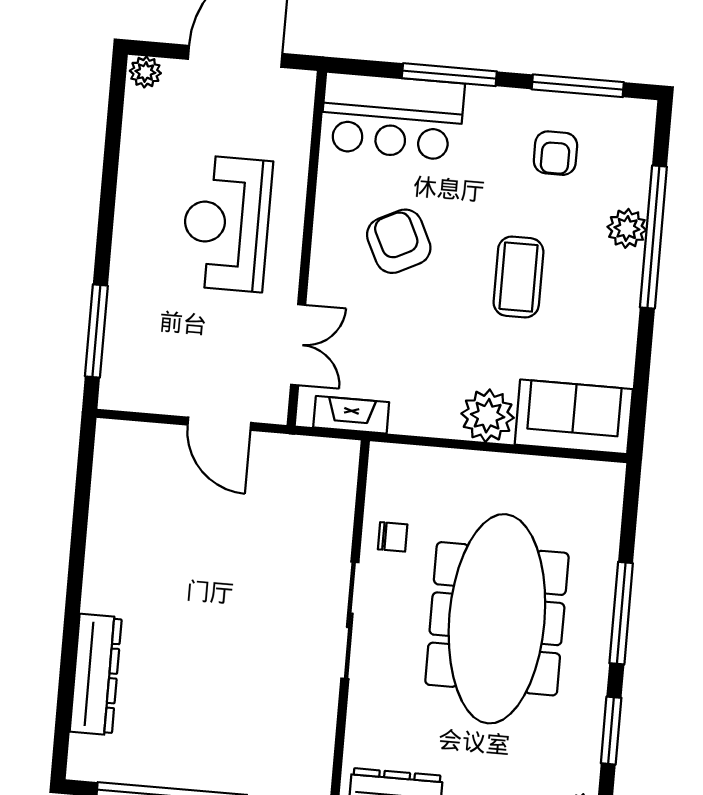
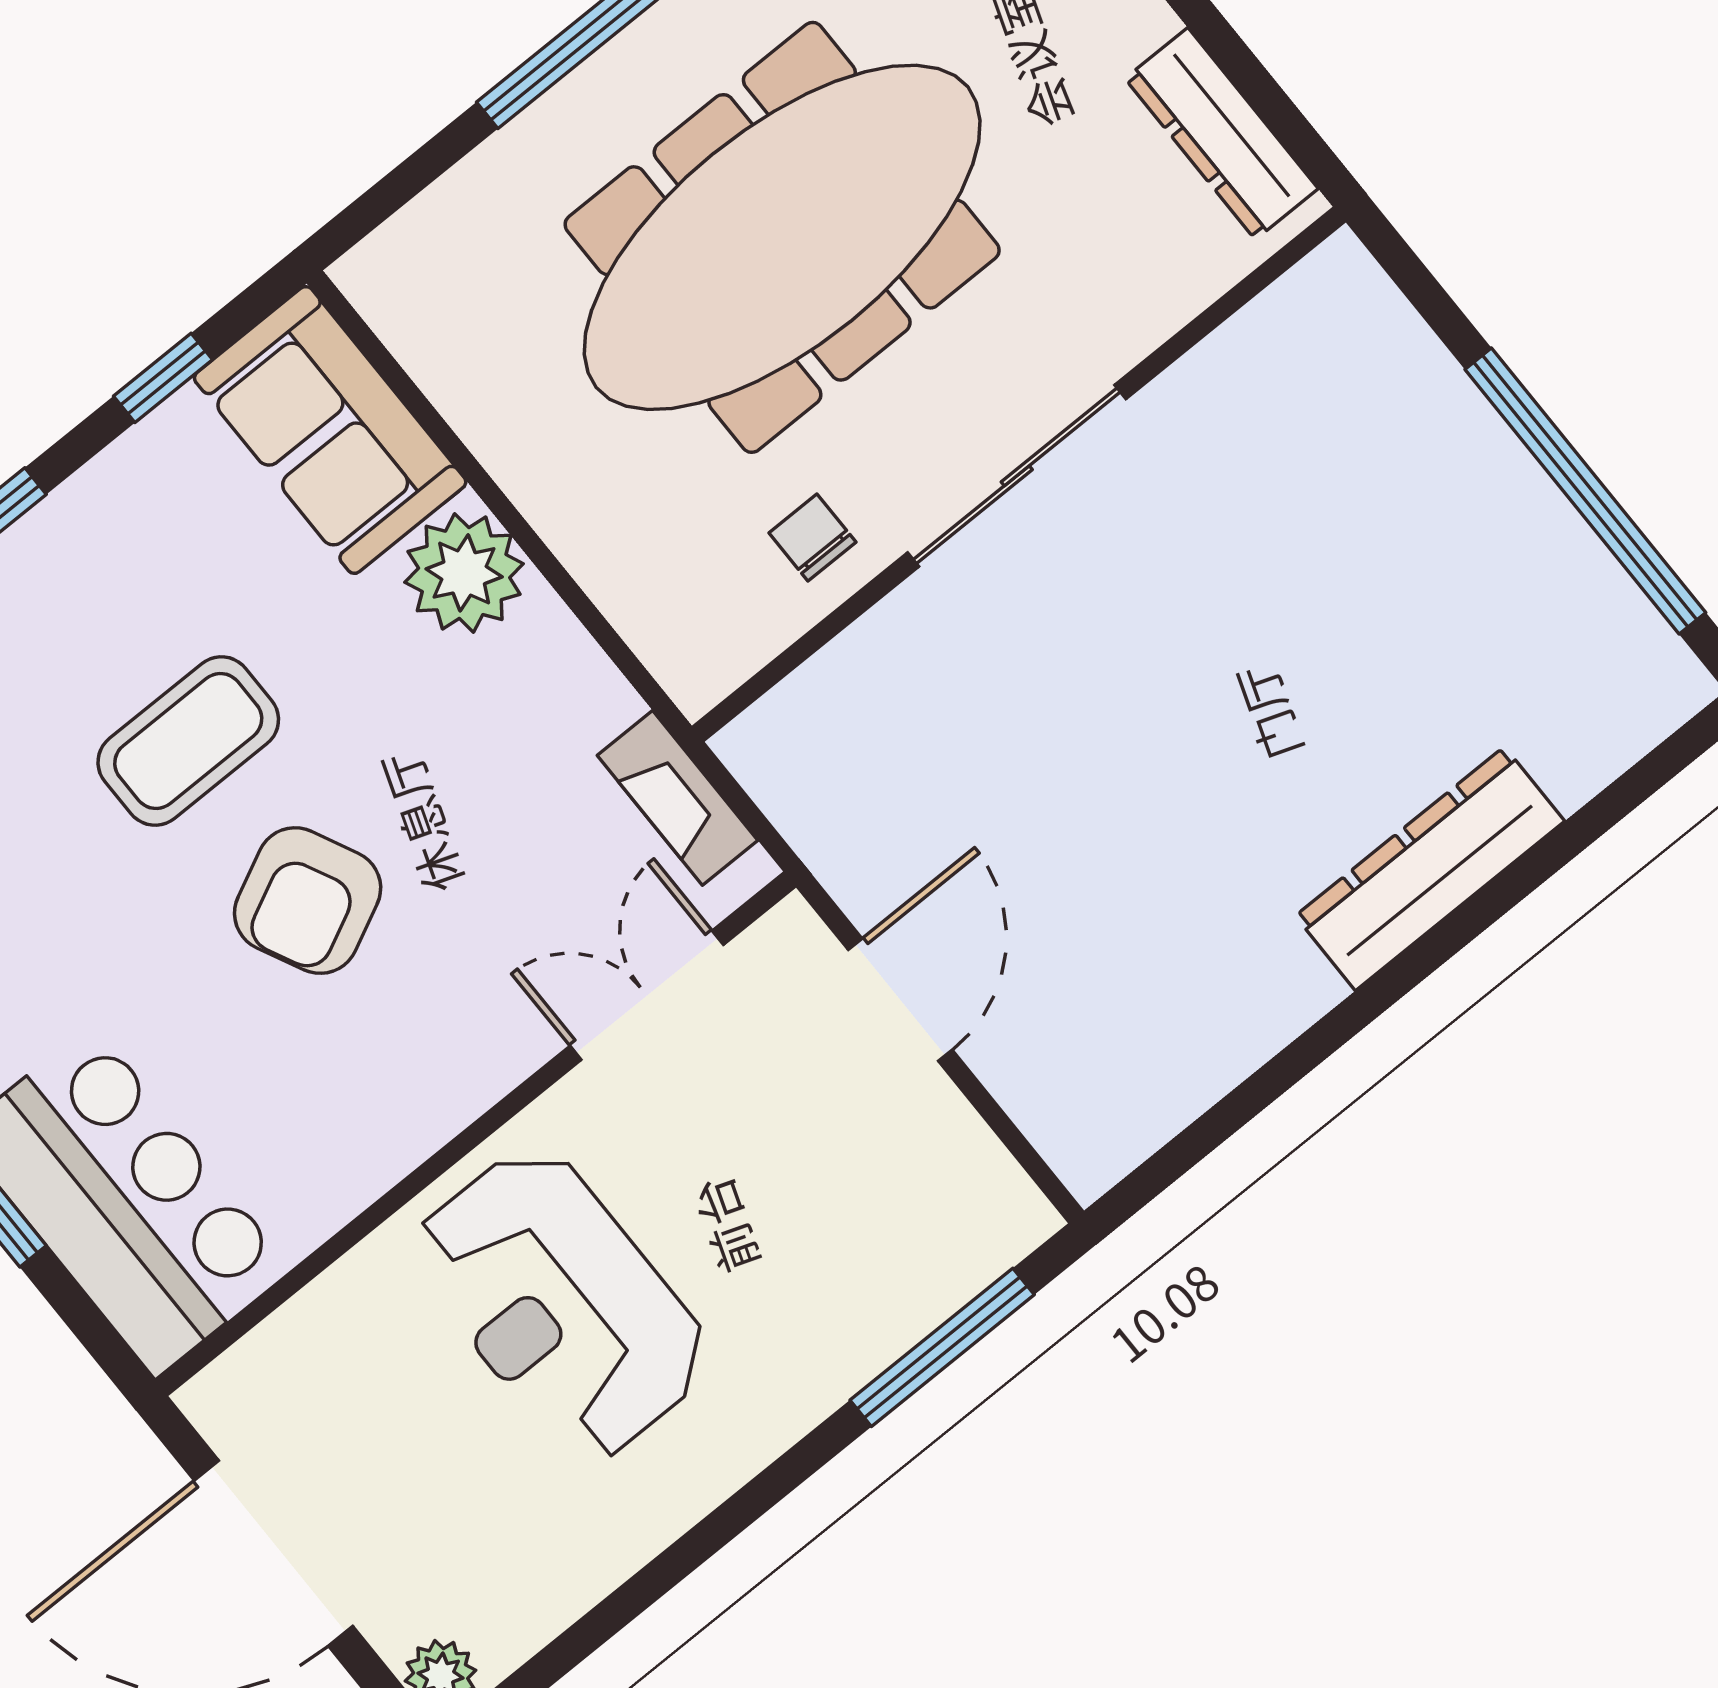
reception desk: (226, 223) -> (561, 1304), turned 90
armchair: (399, 241) -> (308, 901), moved
window: (641, 380) -> (163, 378), added
dresser: (96, 674) -> (1430, 869), moved

